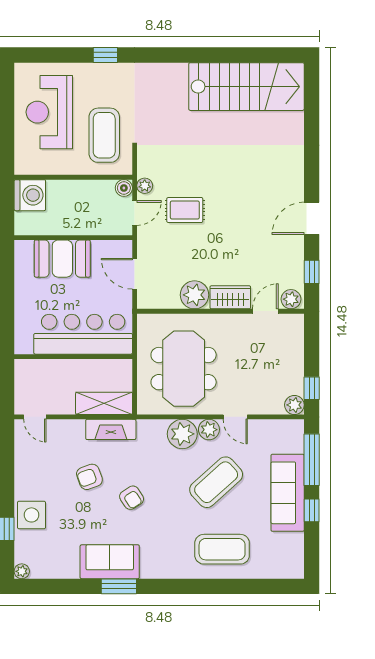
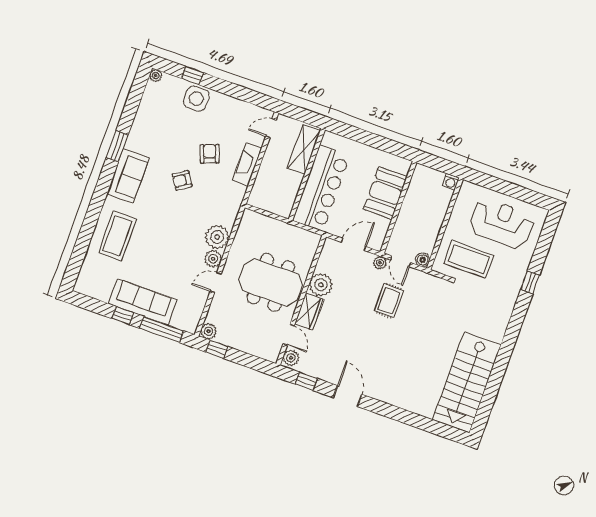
plant: (145, 186) -> (380, 263), moved
washing machine: (30, 195) -> (451, 182), width x0.53, depth x0.53
meeting table: (184, 369) -> (271, 282), moved
shelving: (104, 403) -> (304, 149), moved
fireplace: (111, 429) -> (247, 164), moved
coffee table: (216, 482) -> (171, 250), removed
sofa: (110, 562) -> (128, 176), moved

